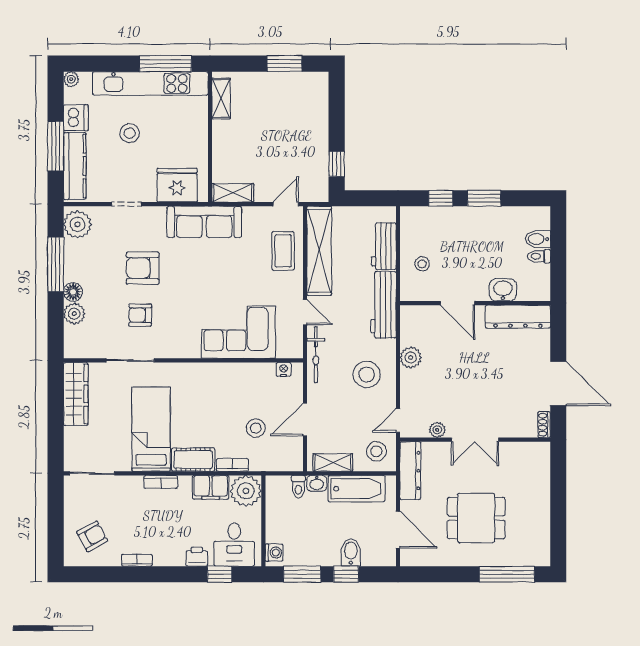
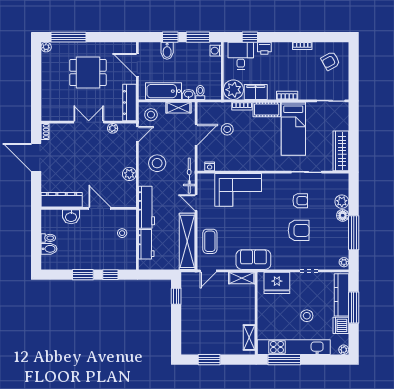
sofa: (204, 222) -> (253, 260), width x0.73
plant: (77, 224) -> (344, 262), width x0.53, depth x0.53
plant: (542, 558) -> (46, 47), added

